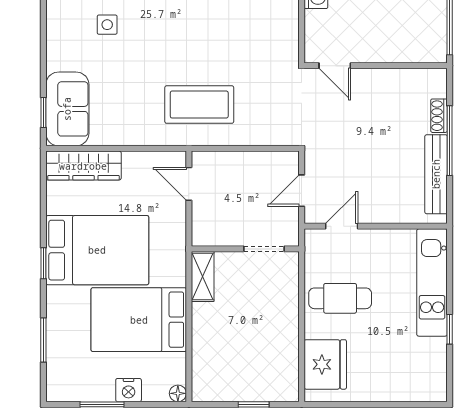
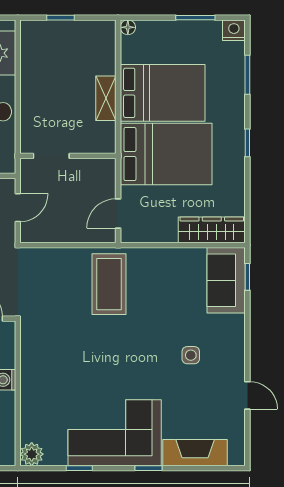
coffee table: (199, 105) -> (109, 284), turned 90
door: (189, 184) -> (118, 213), swing flipped
bed: (97, 250) -> (166, 154), moved, turned 180
shelving: (203, 276) -> (106, 98), moved
nightstand: (129, 390) -> (234, 30), moved

